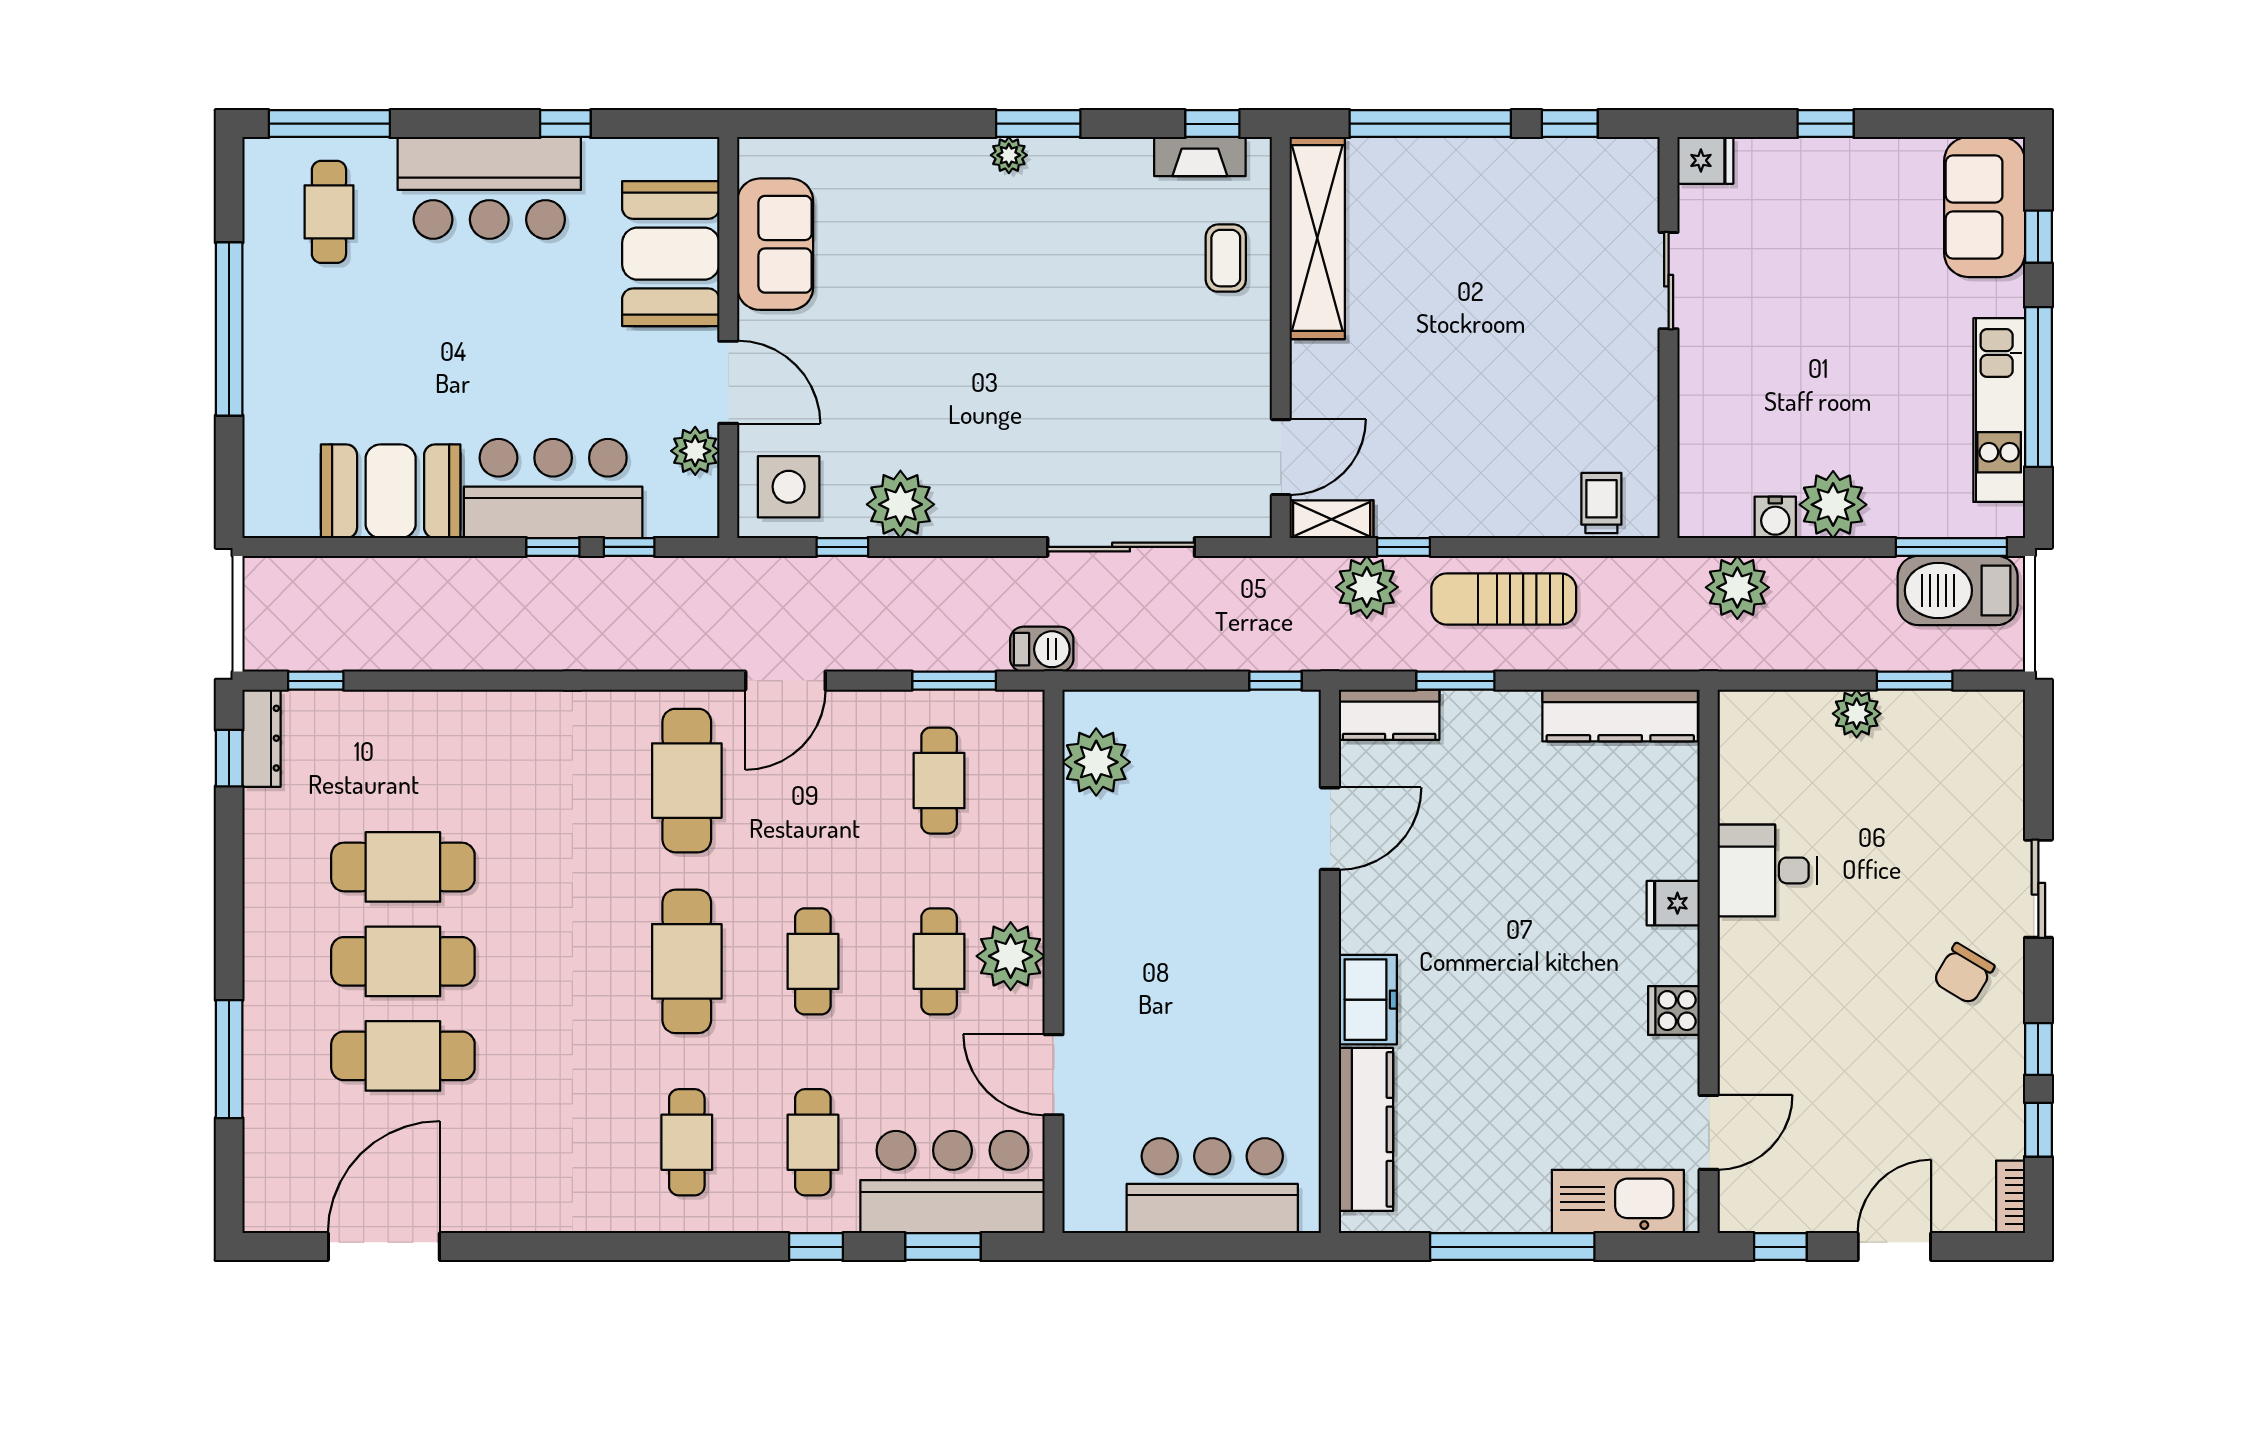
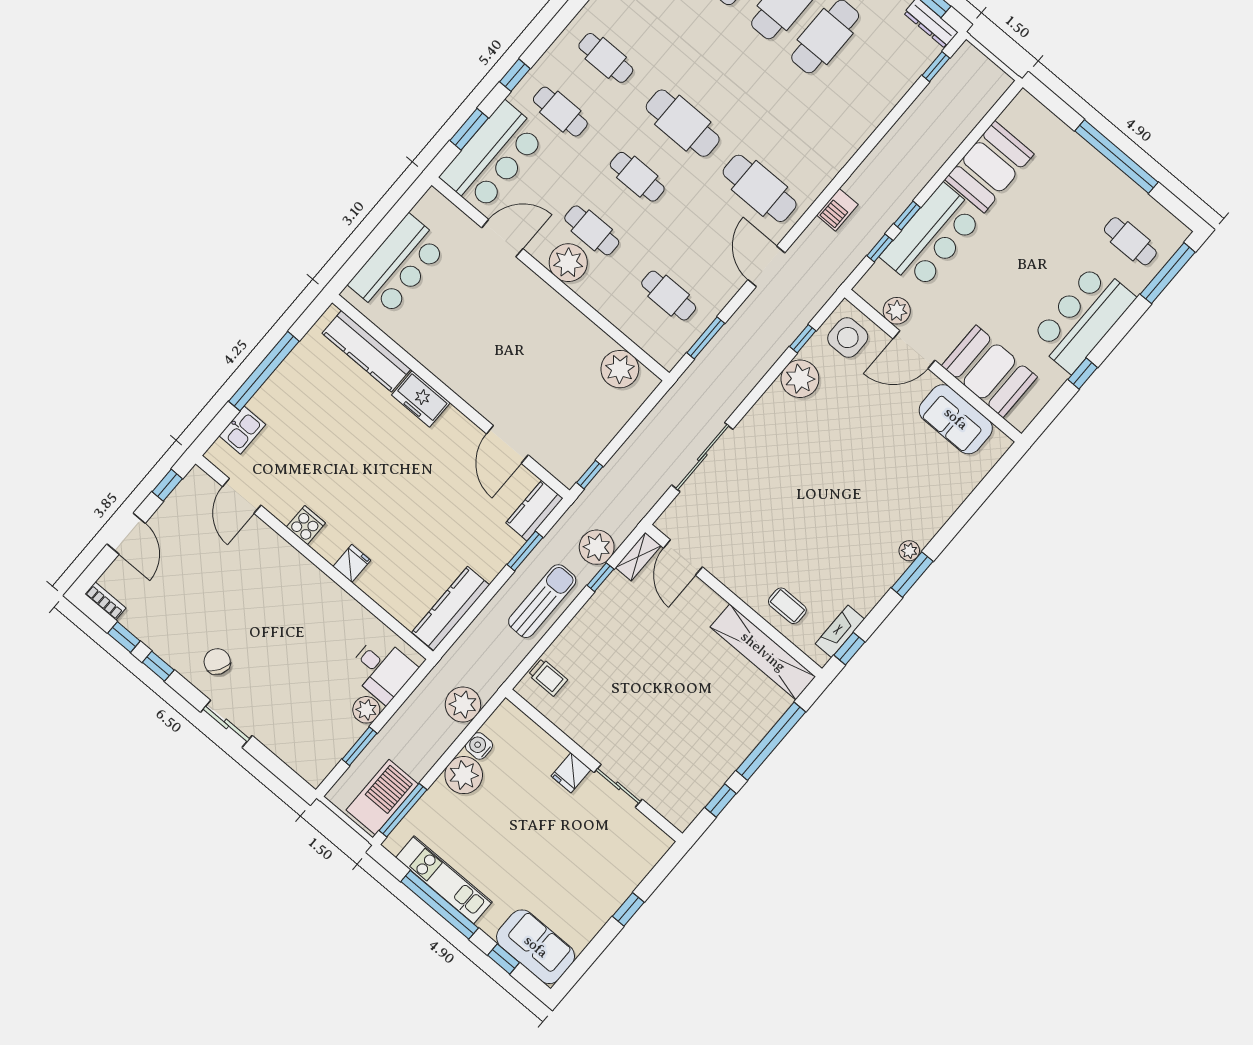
fridge: (1705, 160) -> (571, 773), moved
barbecue: (1042, 649) -> (837, 210), moved
desk: (1767, 870) -> (382, 669), moved, turned 90
kitchen sink: (1618, 1202) -> (242, 430), width x0.53, depth x0.81

